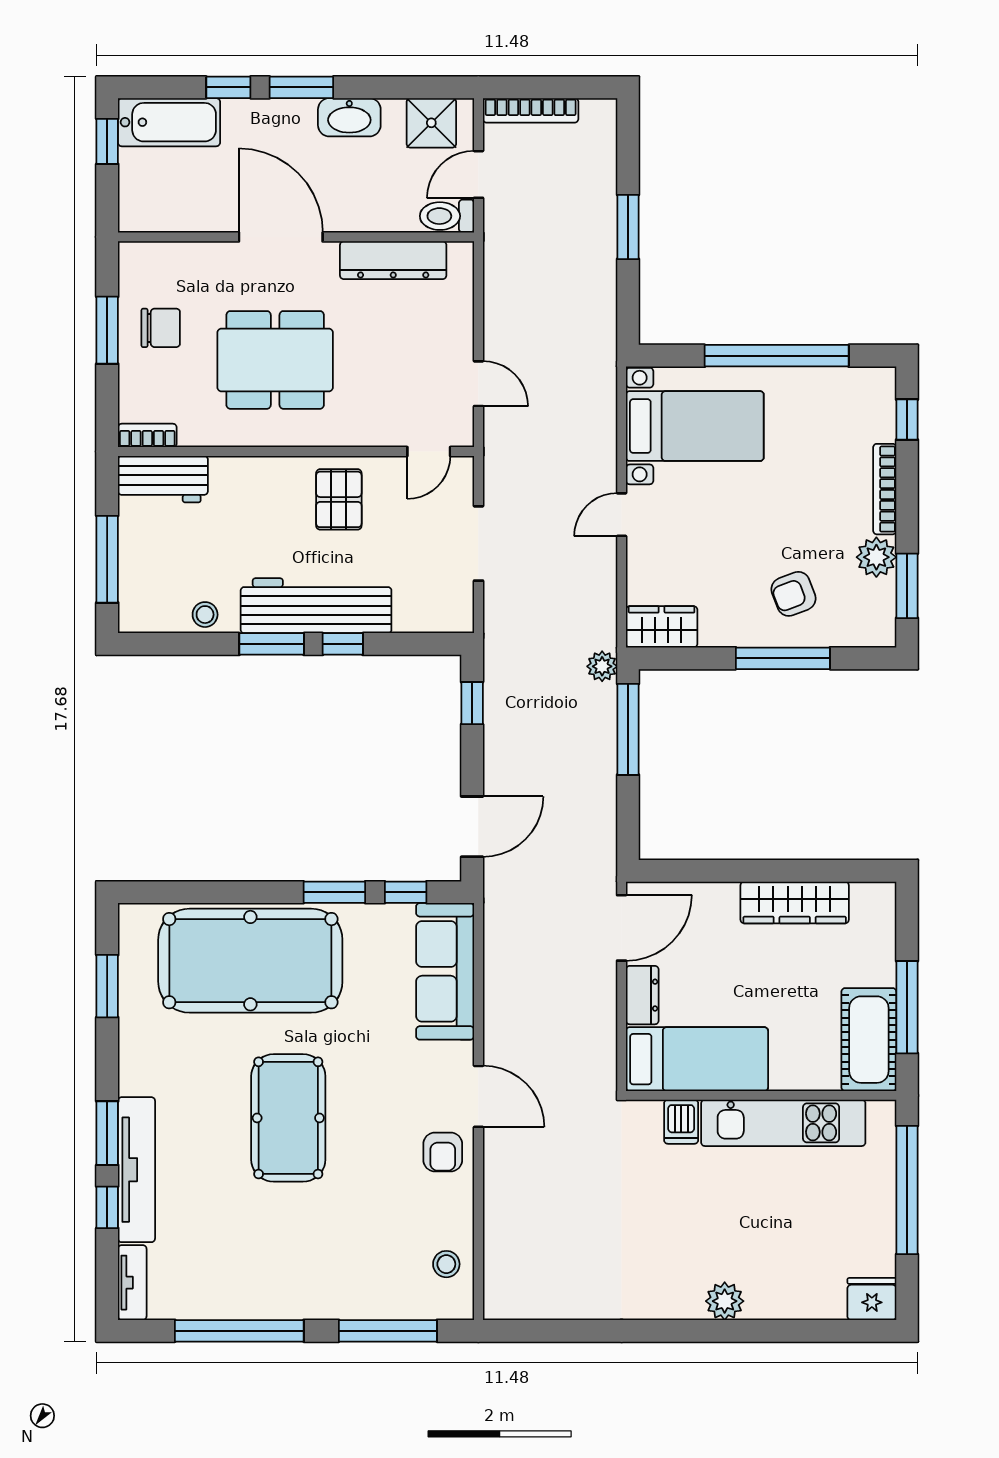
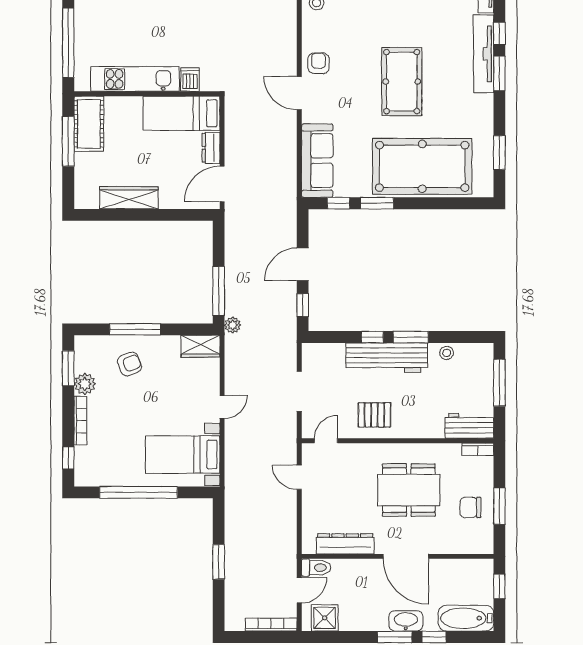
washbasin: (349, 117) -> (406, 621), moved
window: (107, 141) -> (499, 586), moved
pallet: (339, 499) -> (374, 415), turned 90
door: (472, 827) -> (303, 264), moved

